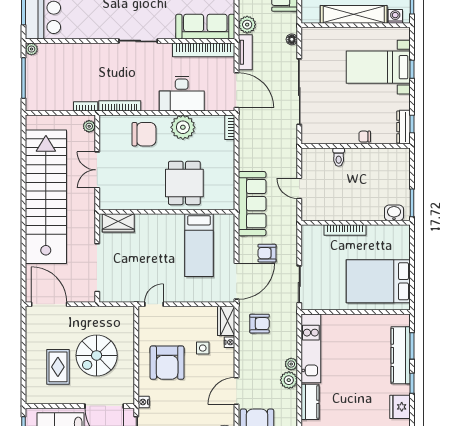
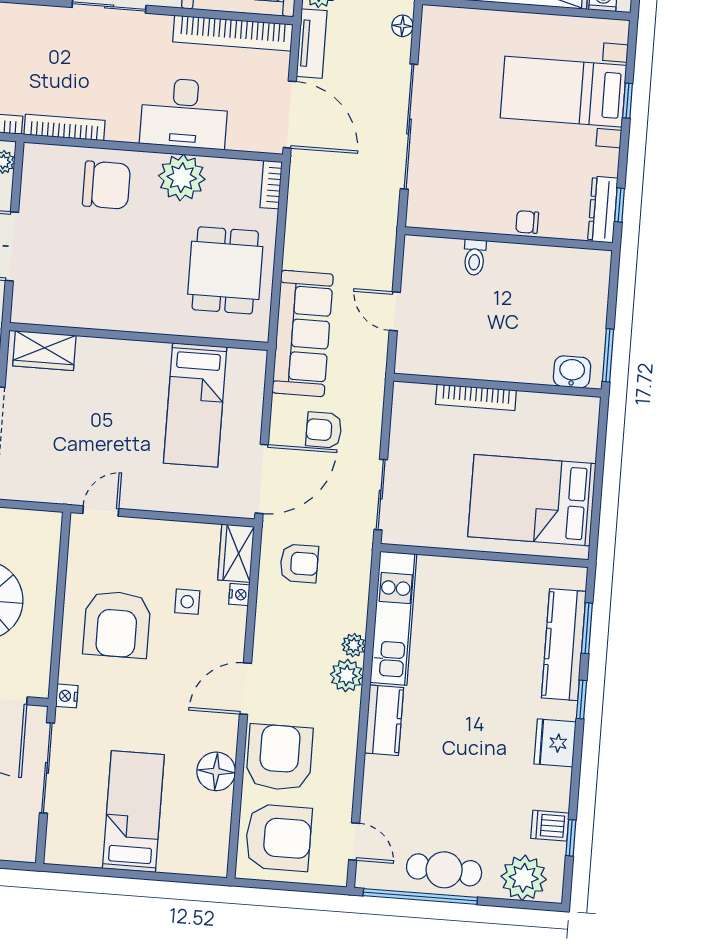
dining table: (184, 183) -> (225, 270), moved

